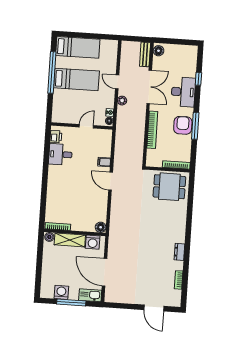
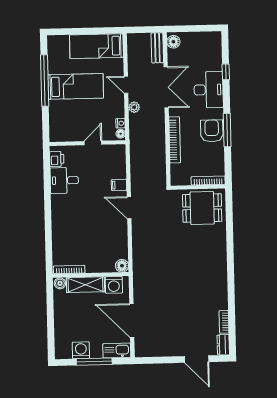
bed: (78, 47) -> (97, 46), moved, turned 180
dresser: (179, 252) -> (223, 345), moved

